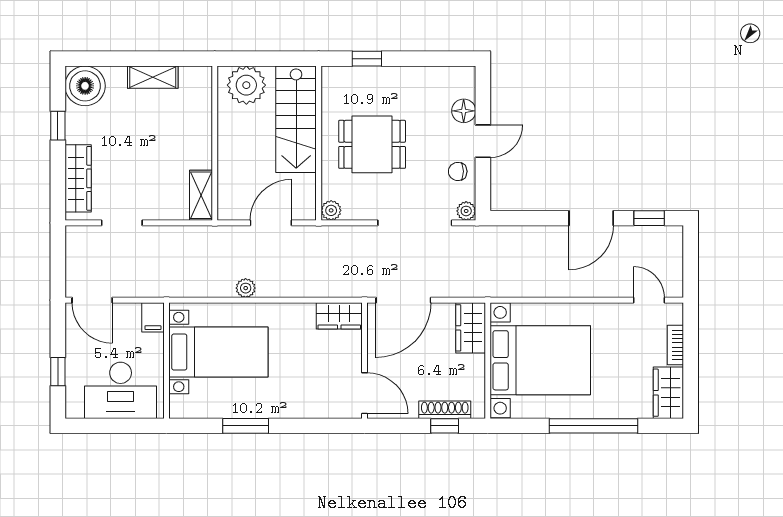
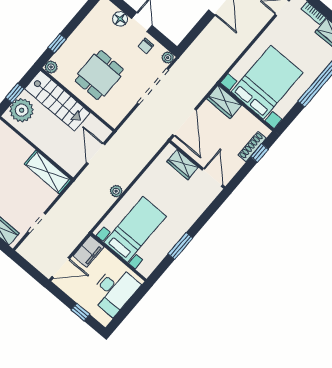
window: (260, 59) -> (15, 93), added
shelving: (201, 195) -> (48, 172), width x1.50, depth x1.33
plant: (331, 210) -> (51, 67), moved
wardrobe: (339, 316) -> (182, 165), moved, turned 90
filing cabinet: (153, 317) -> (89, 251), width x2.00
door: (365, 393) -> (212, 177), hinge flipped

